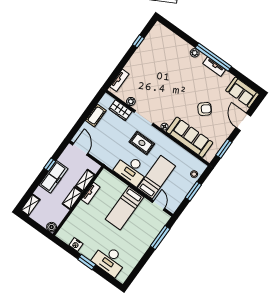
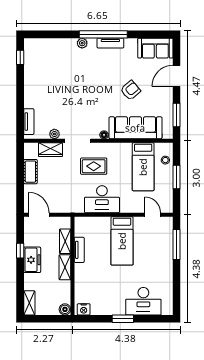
window: (138, 41) -> (20, 57), moved
door: (243, 122) -> (177, 76), hinge flipped
freezer: (54, 177) -> (32, 260), width x0.71
bed: (156, 177) -> (143, 167), moved, turned 180
nightstand: (76, 245) -> (84, 309), moved

